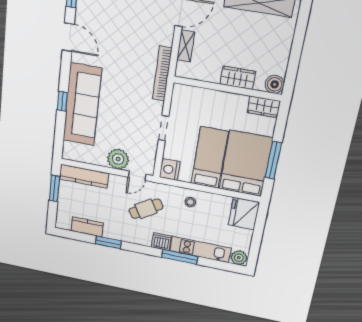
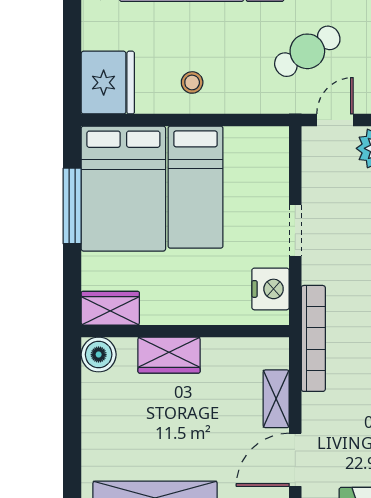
nightstand: (170, 169) -> (271, 289), moved
stool: (190, 202) -> (192, 82), moved

